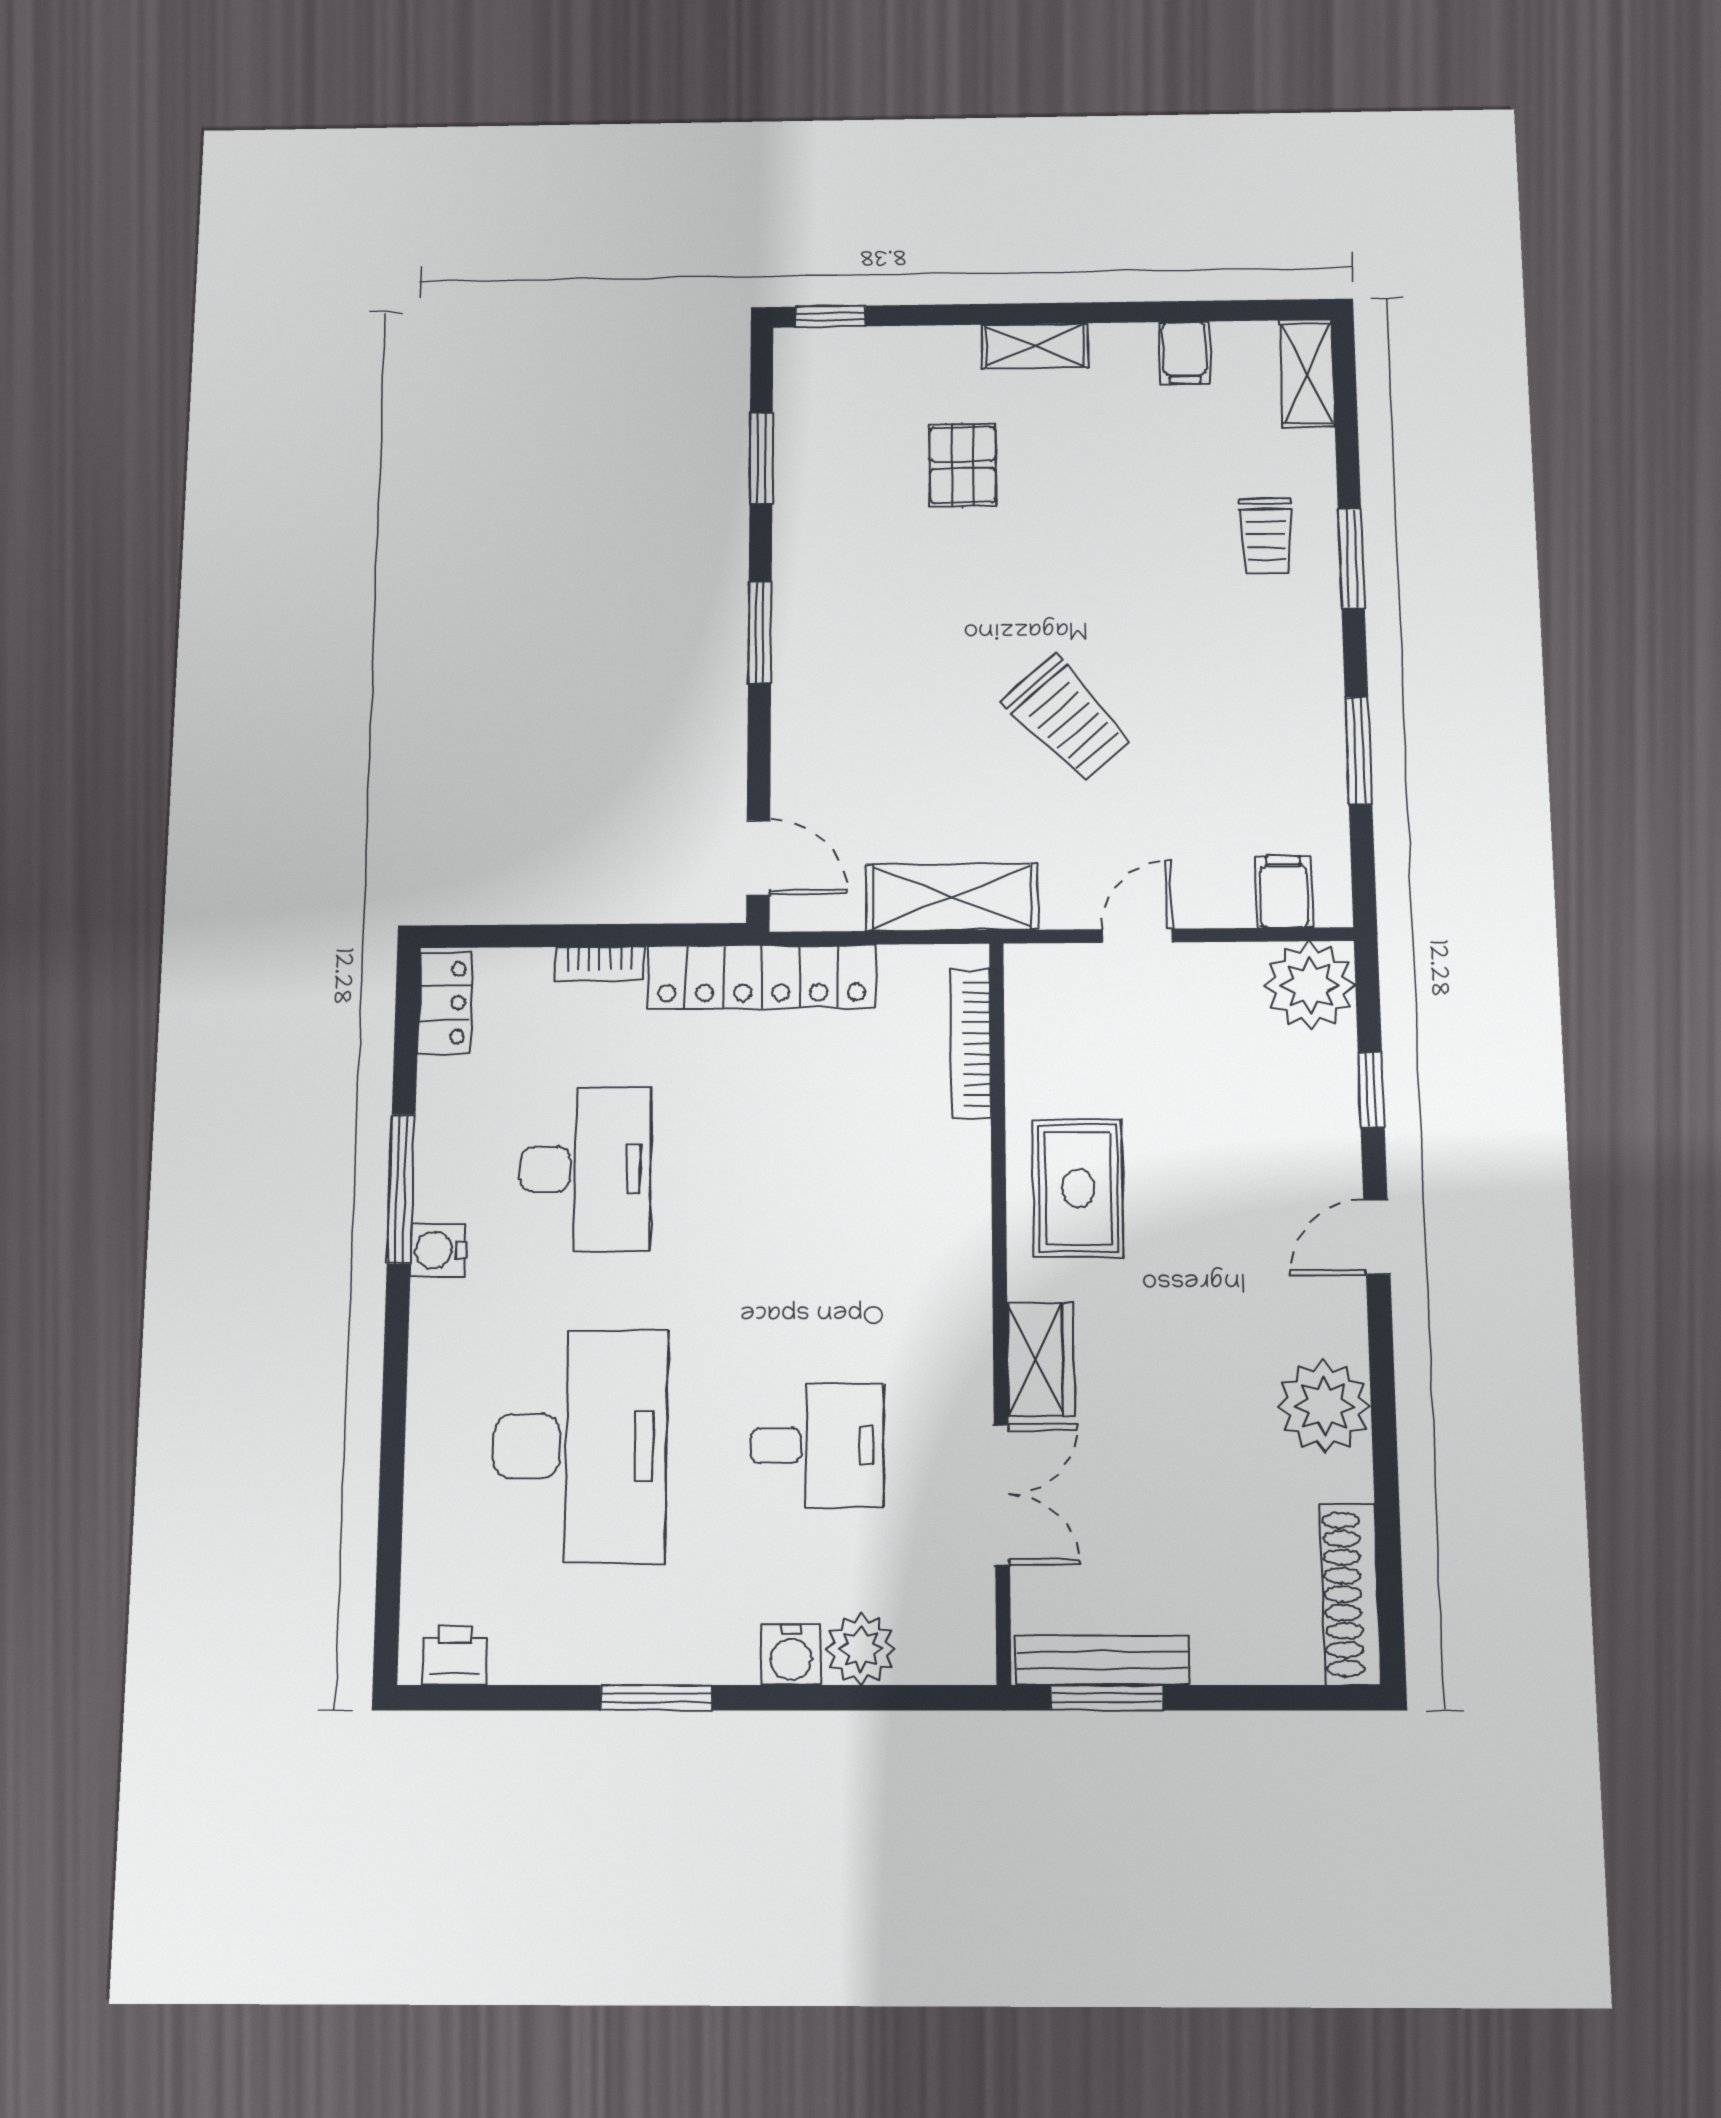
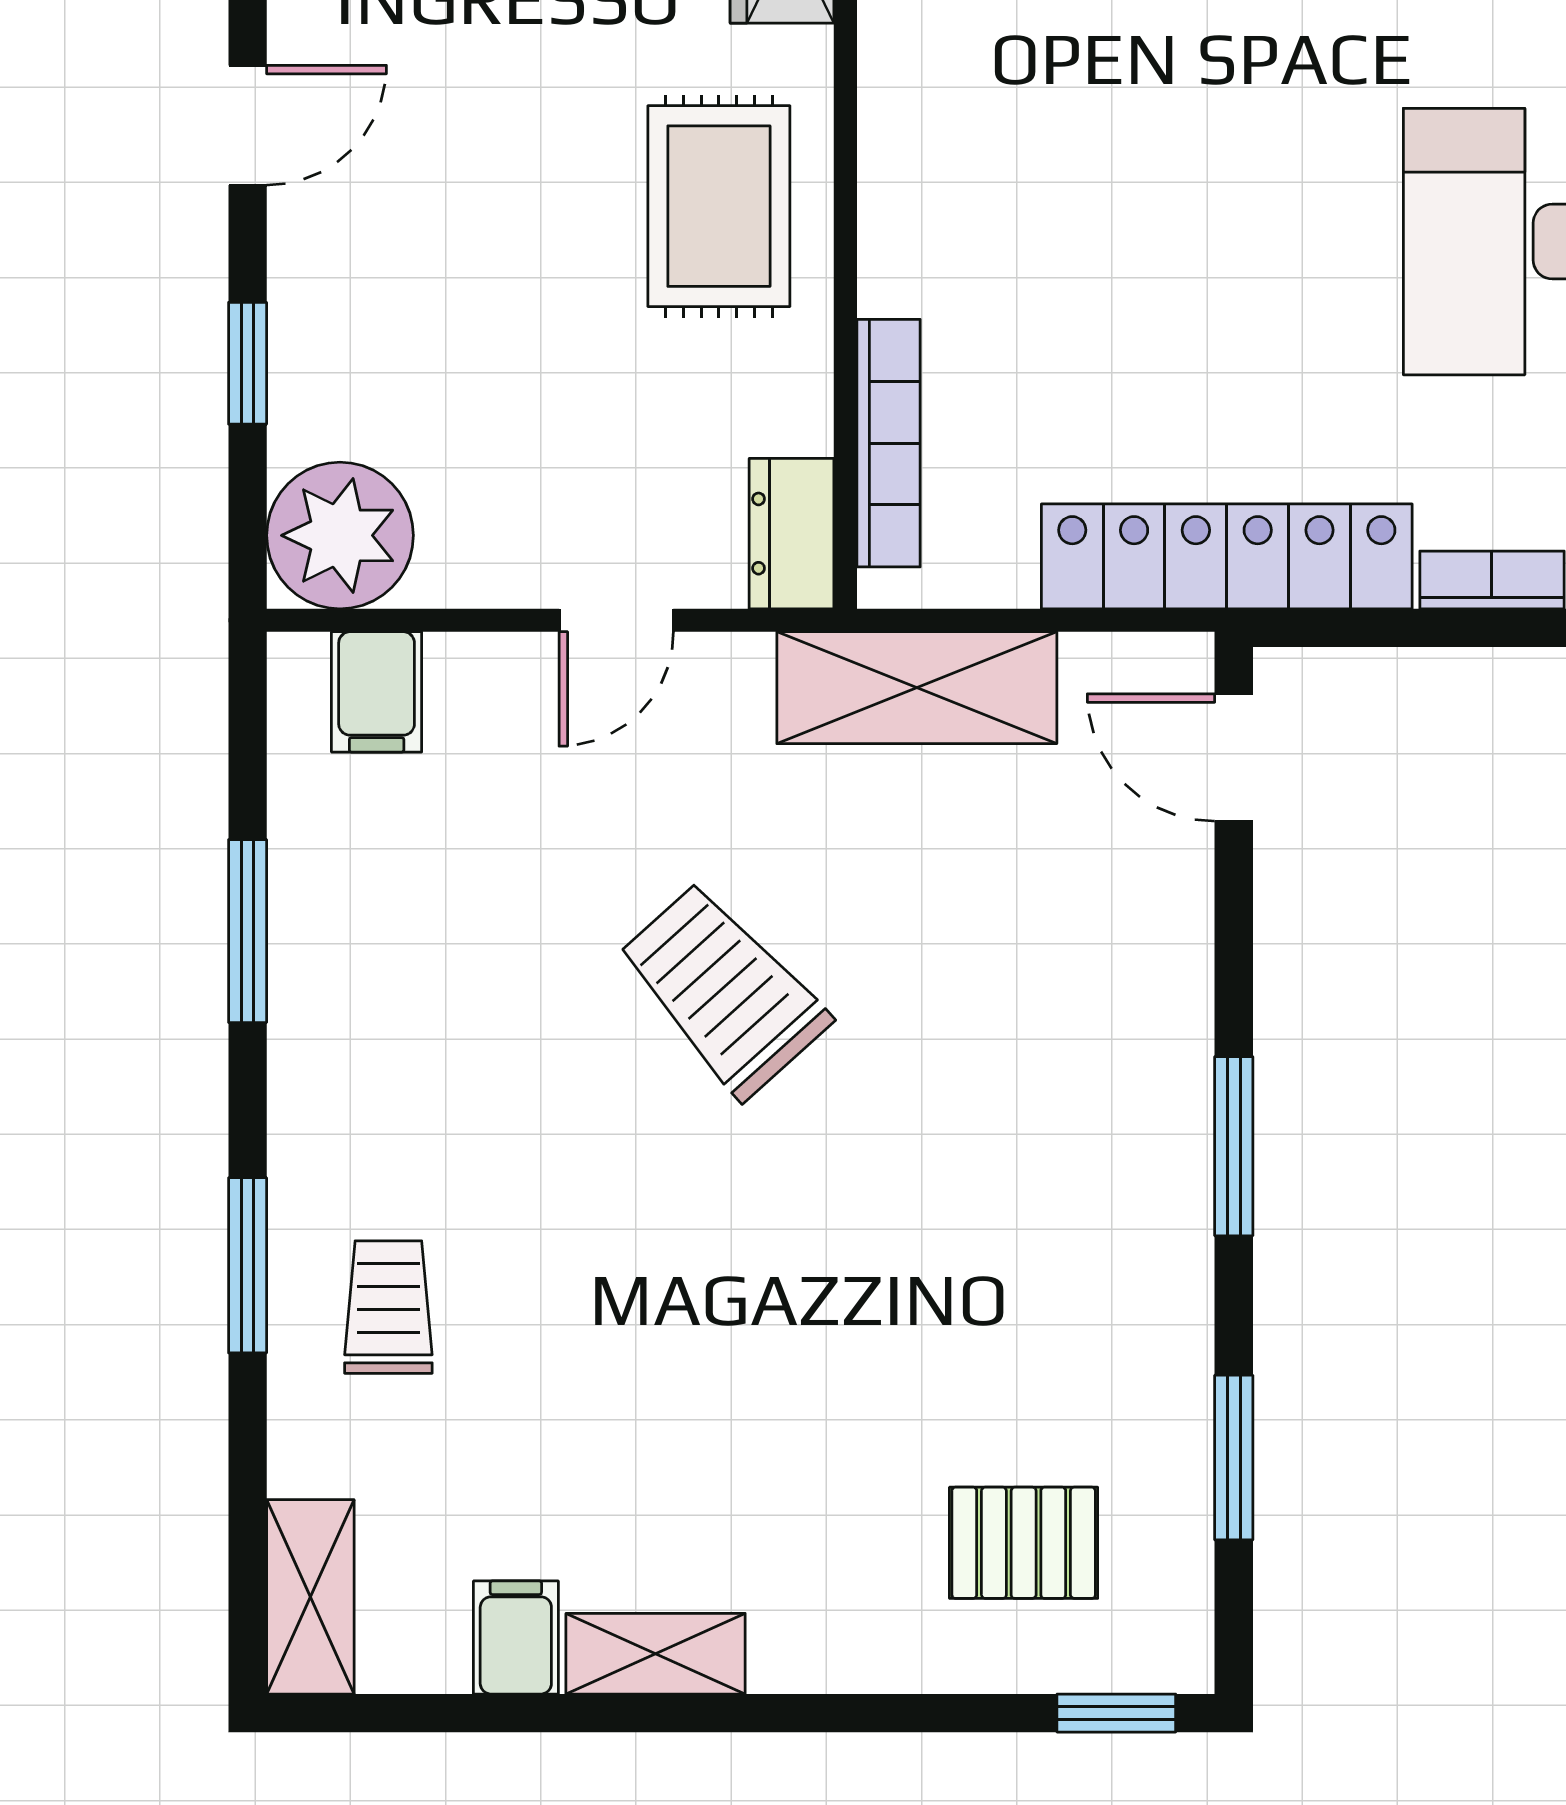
shelving: (1035, 346) -> (656, 1654), moved
pallet: (963, 465) -> (1024, 1543), moved, turned 90
dresser: (1030, 989) -> (792, 534), added

